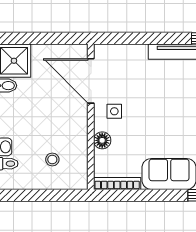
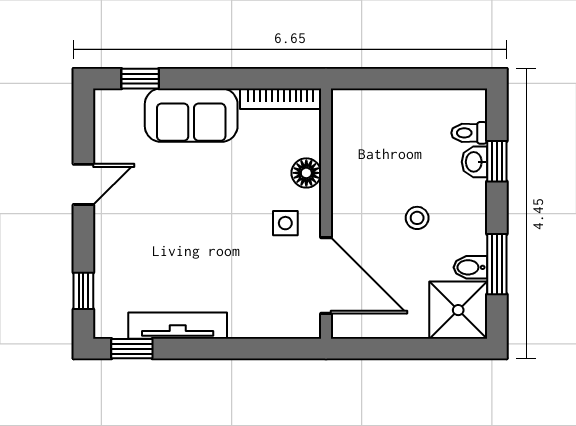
stool: (52, 160) -> (417, 218), moved

